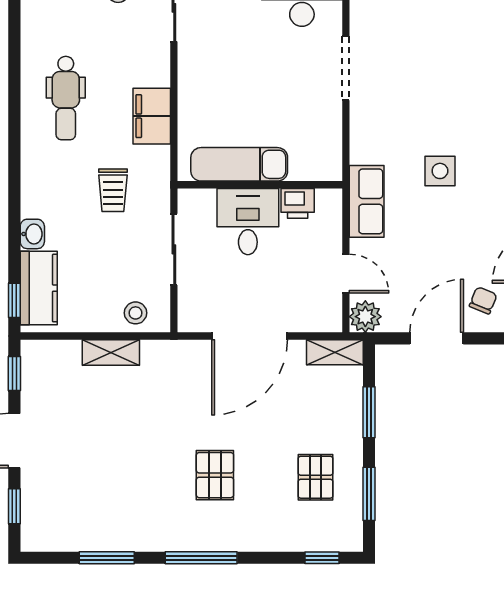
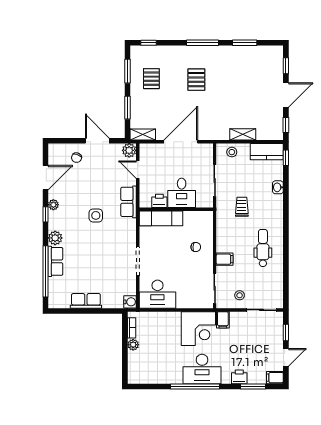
chair: (216, 100) -> (196, 247), added
filing cabinet: (152, 116) -> (225, 259), moved, width x0.50
exam couch: (239, 164) -> (161, 218), moved
kitchen counter: (39, 288) -> (267, 152), moved, turned -90
door: (437, 338) -> (97, 141), swing flipped

